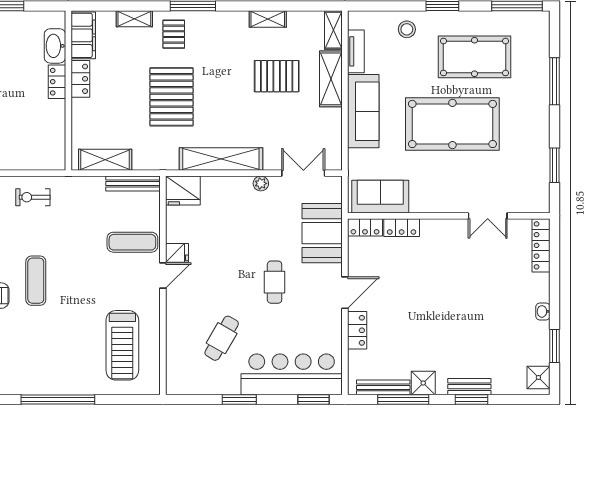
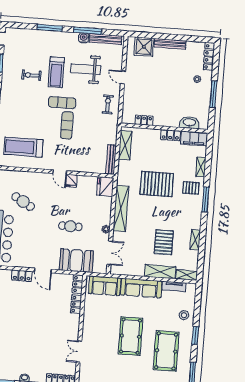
locker: (57, 82) -> (144, 120), moved
pool table: (452, 124) -> (130, 336), width x0.73, depth x0.76
sofa: (380, 197) -> (105, 286), moved, turned 90
exercise mat: (132, 242) -> (67, 125), moved
cafe table: (275, 282) -> (70, 226), moved

